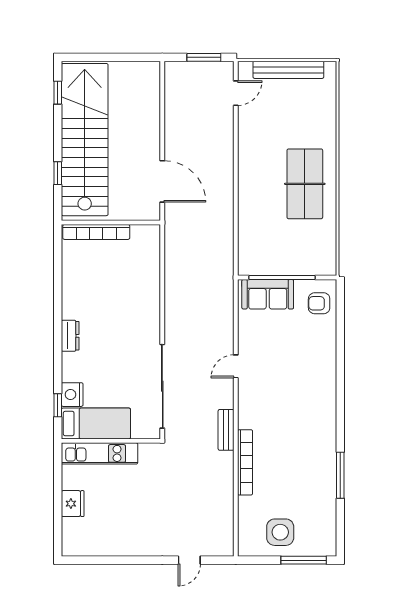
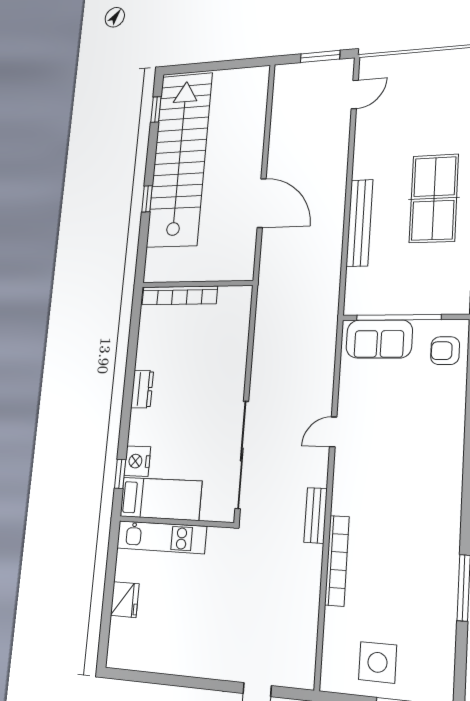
bench: (288, 70) -> (359, 223), moved, turned 90
wall: (111, 223) -> (197, 284), moved
bookcase: (96, 232) -> (180, 295), moved

